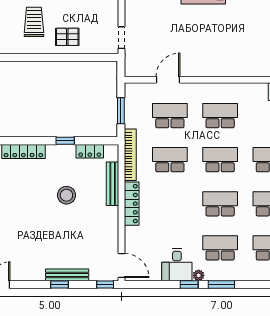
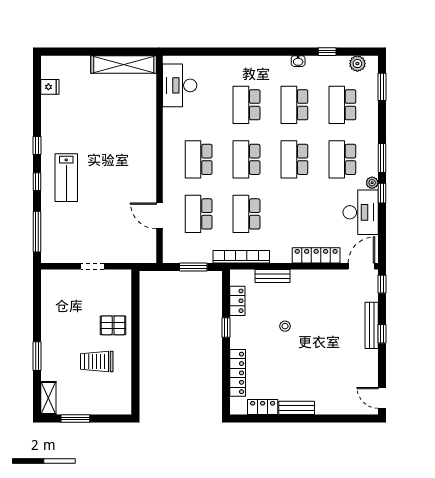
pallet: (67, 37) -> (113, 325), turned 90
doorway: (122, 38) -> (92, 266), moved
bench: (113, 184) -> (273, 276), width x0.73
stool: (66, 195) -> (285, 326), width x0.53, depth x0.53
locker: (132, 204) -> (316, 255), moved
desk: (177, 265) -> (361, 212), width x1.37

